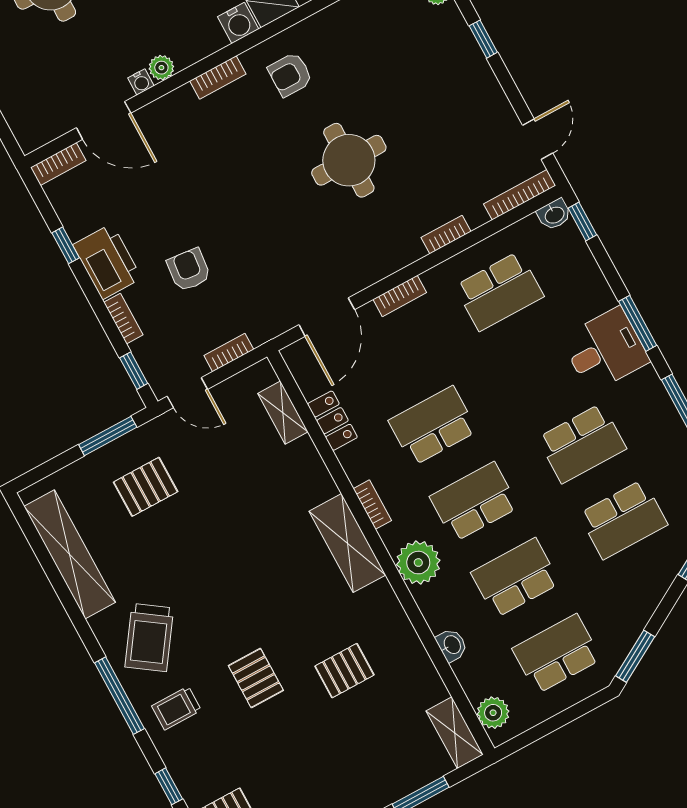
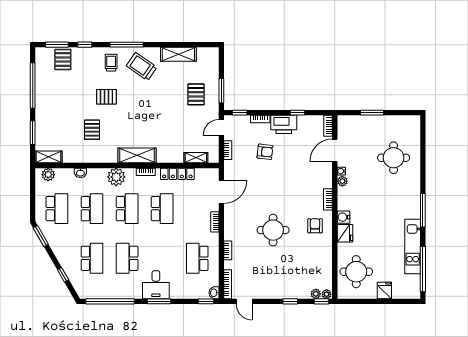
door: (327, 317) -> (221, 192), swing flipped
locker: (332, 421) -> (177, 174), width x1.53
school desk: (623, 519) -> (92, 258), turned 180
shelving: (70, 554) -> (178, 54), width x0.68

